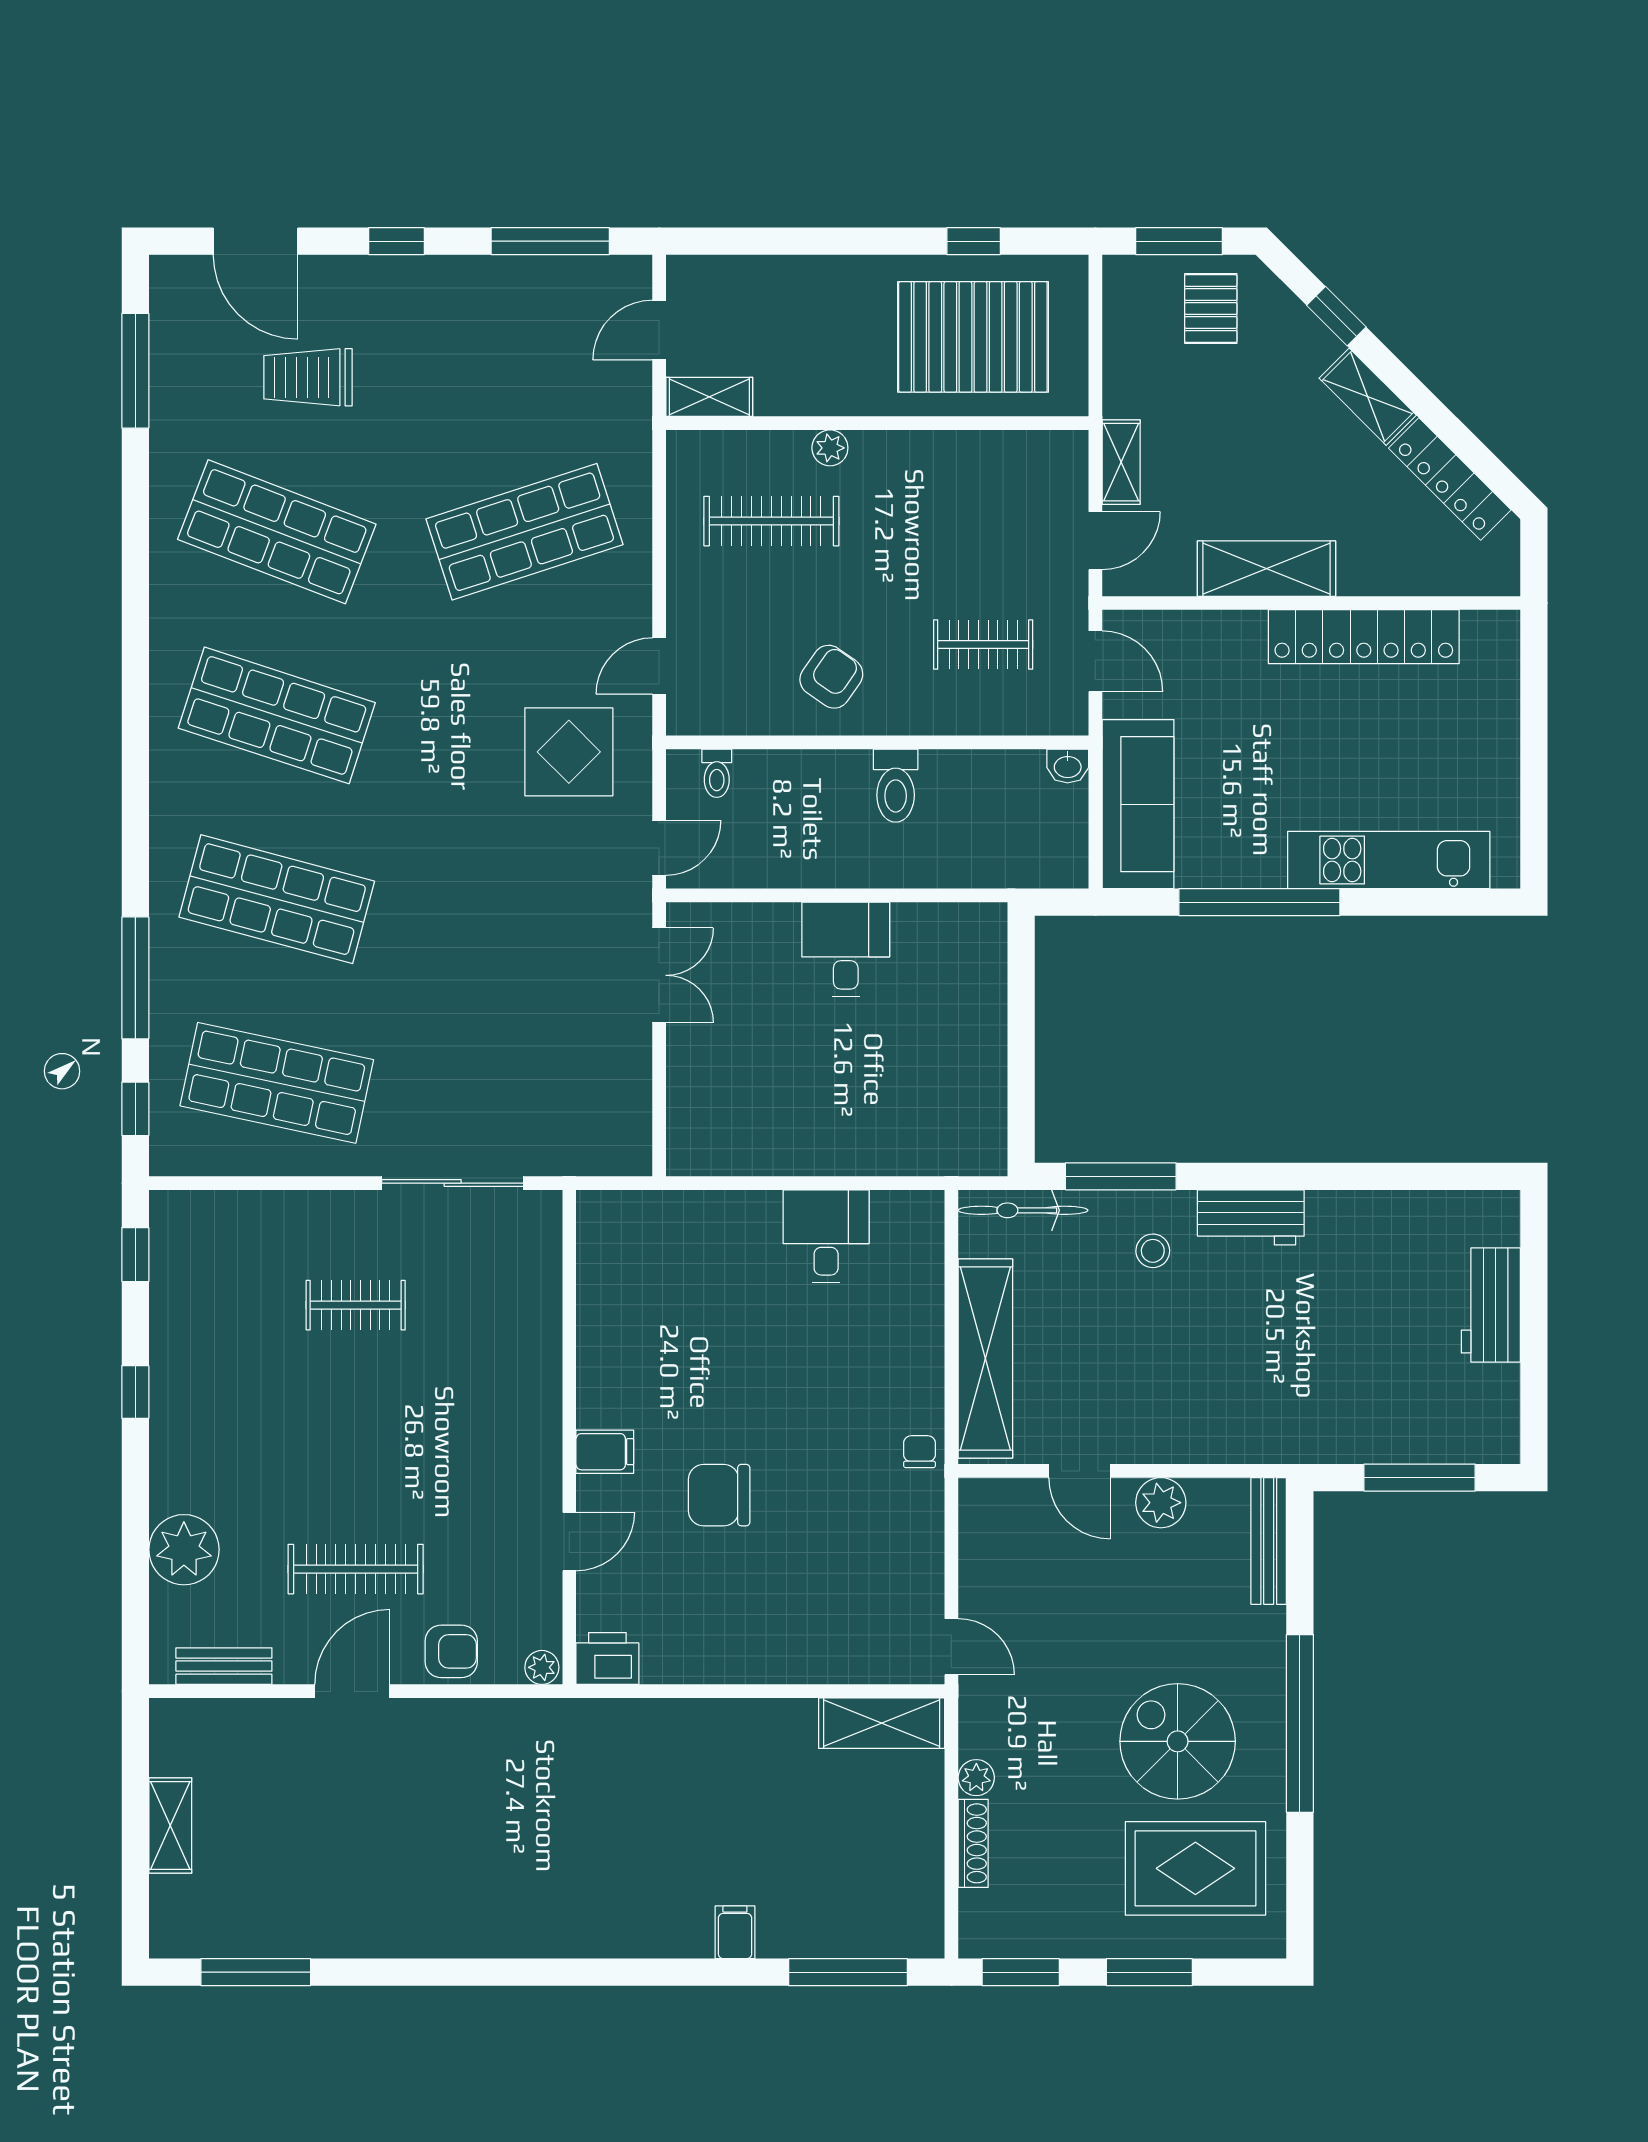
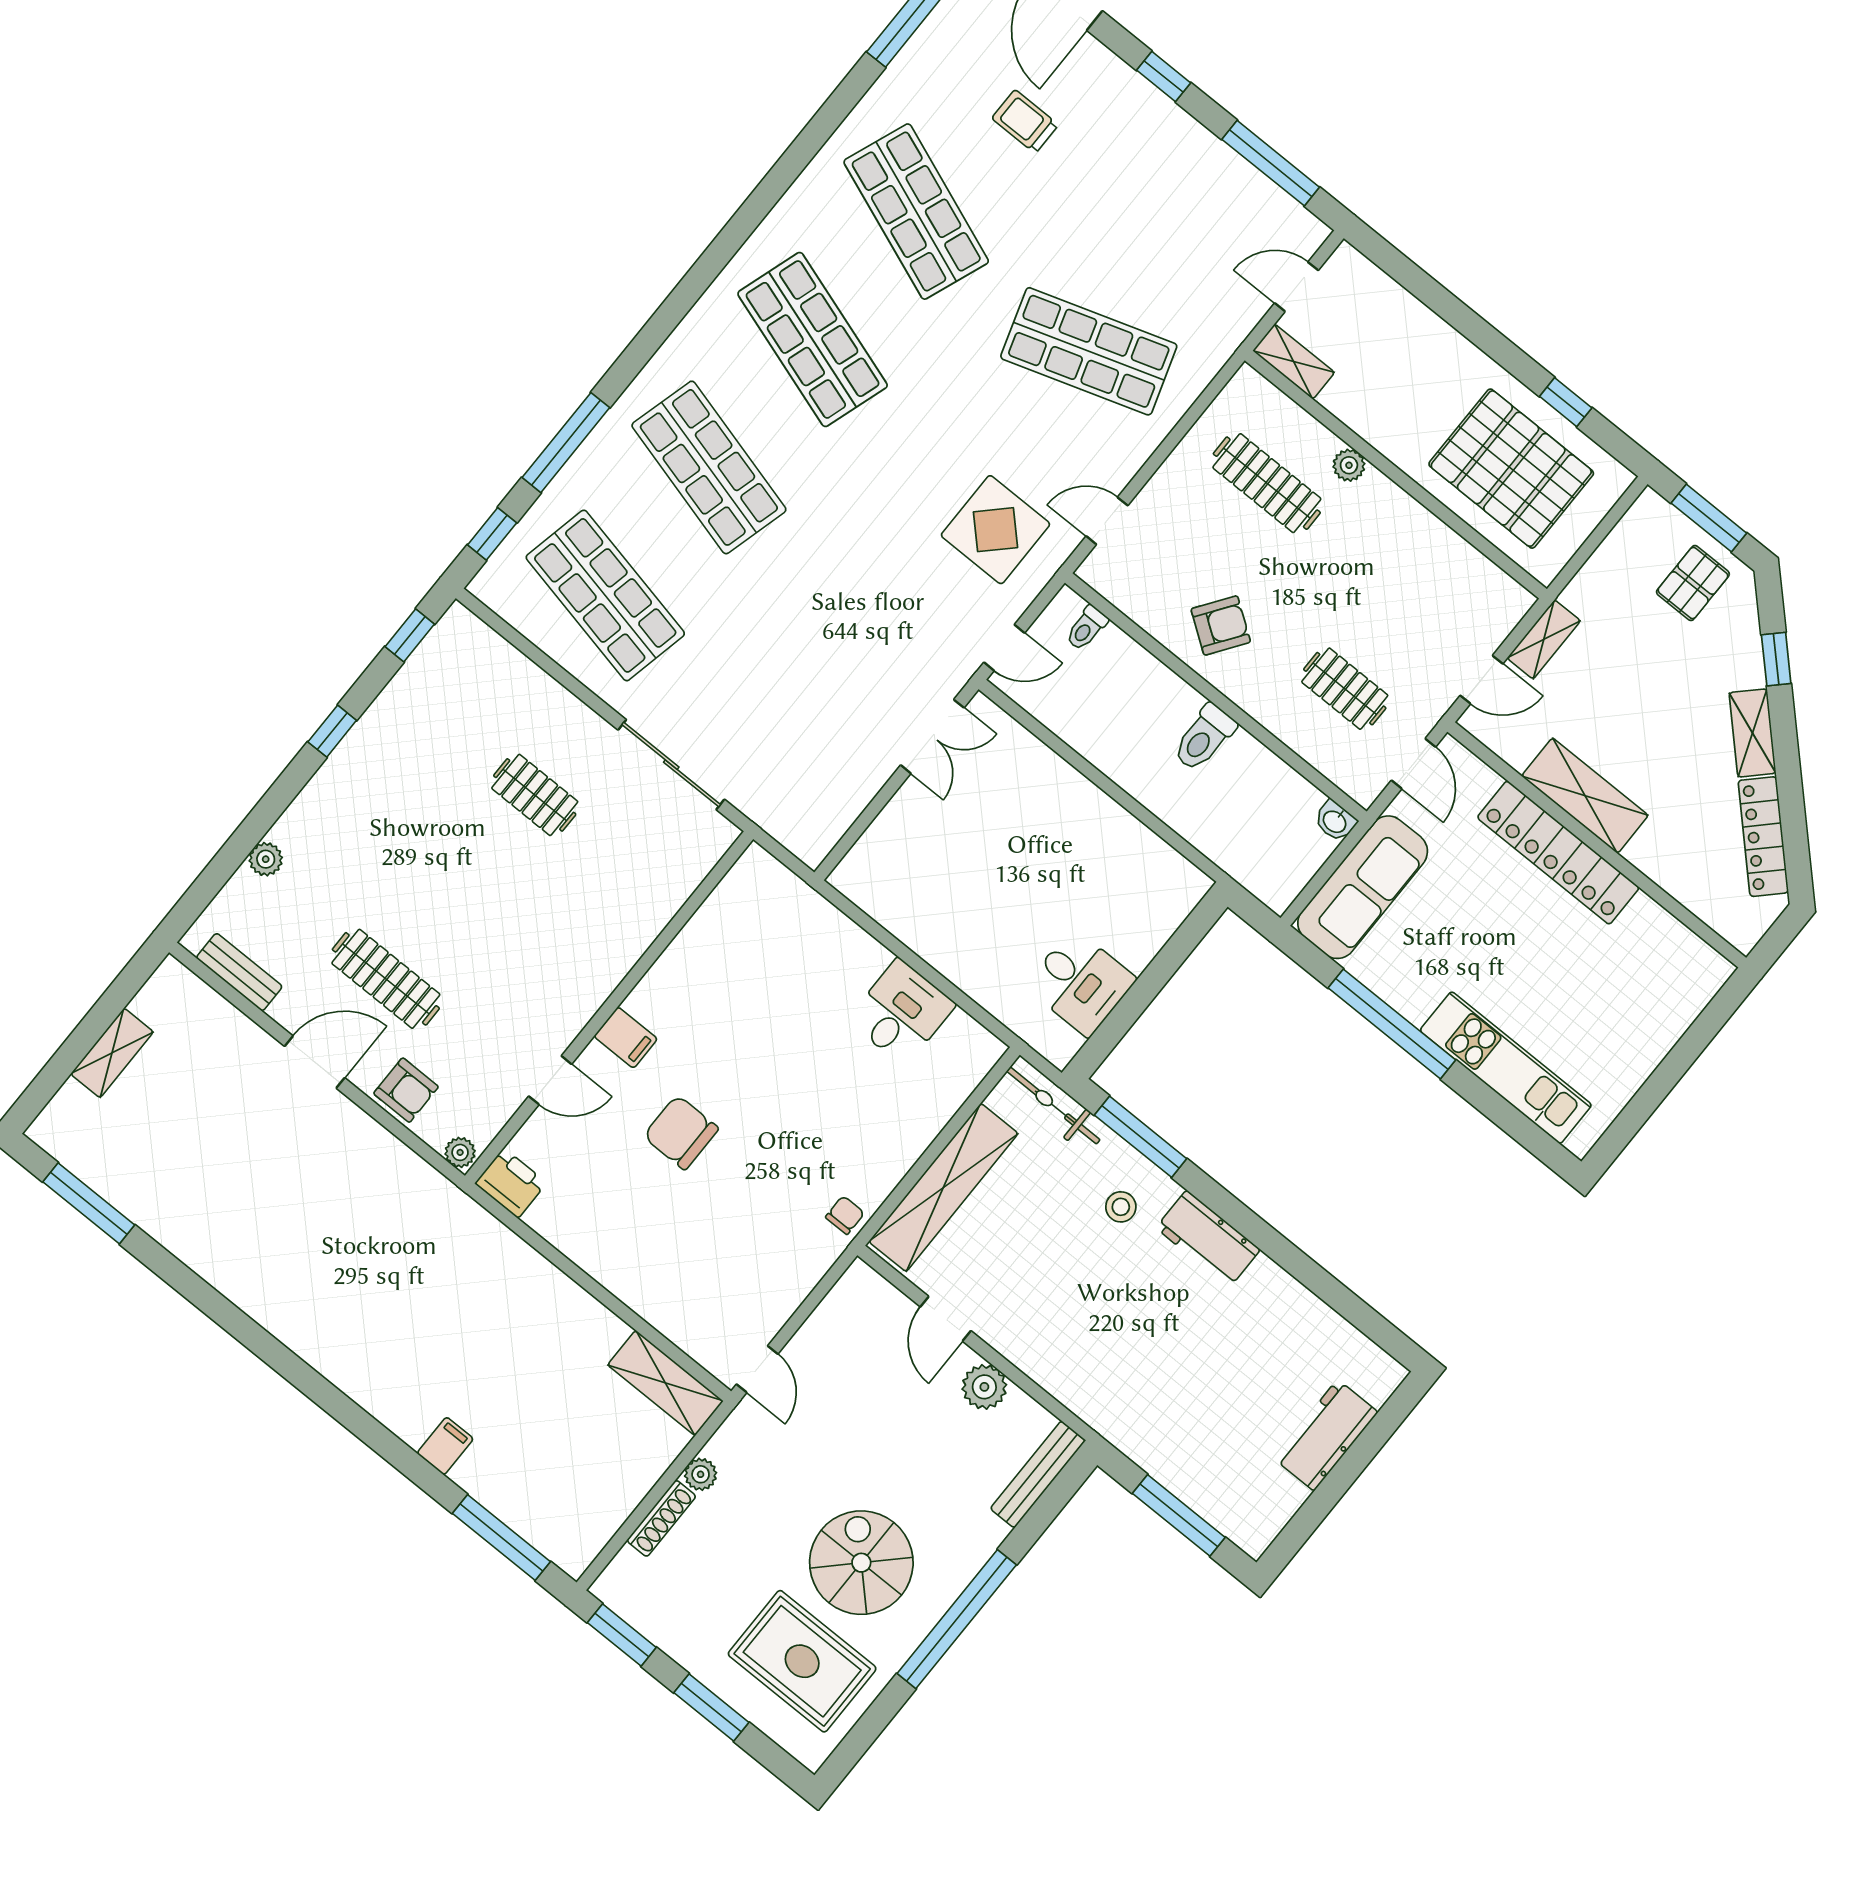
trolley: (308, 377) -> (1025, 122), width x0.73, depth x0.72
locker: (1364, 637) -> (1558, 853), moved
desk: (846, 949) -> (1080, 983), moved, turned 90
plant: (184, 1550) -> (266, 859), width x0.53, depth x0.53

